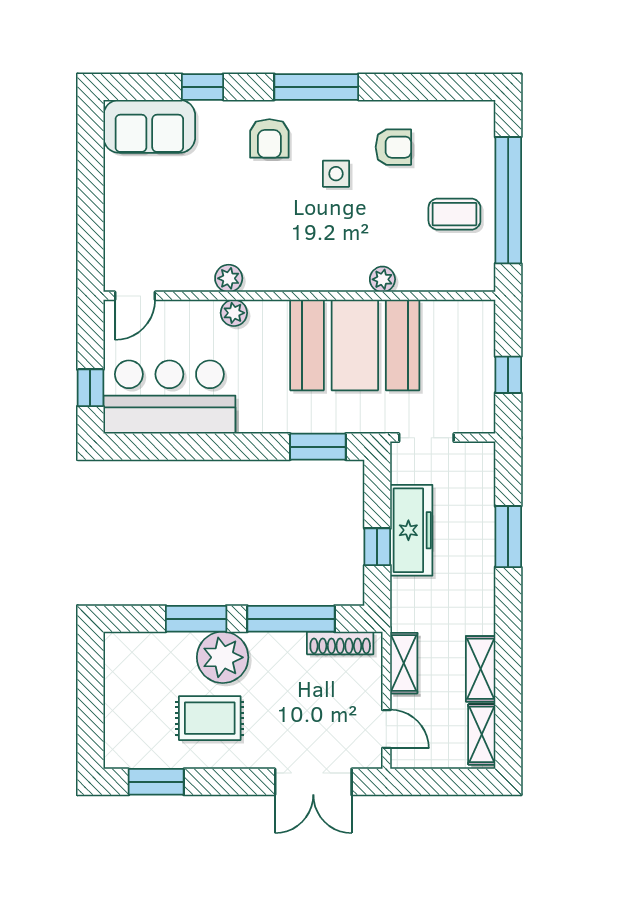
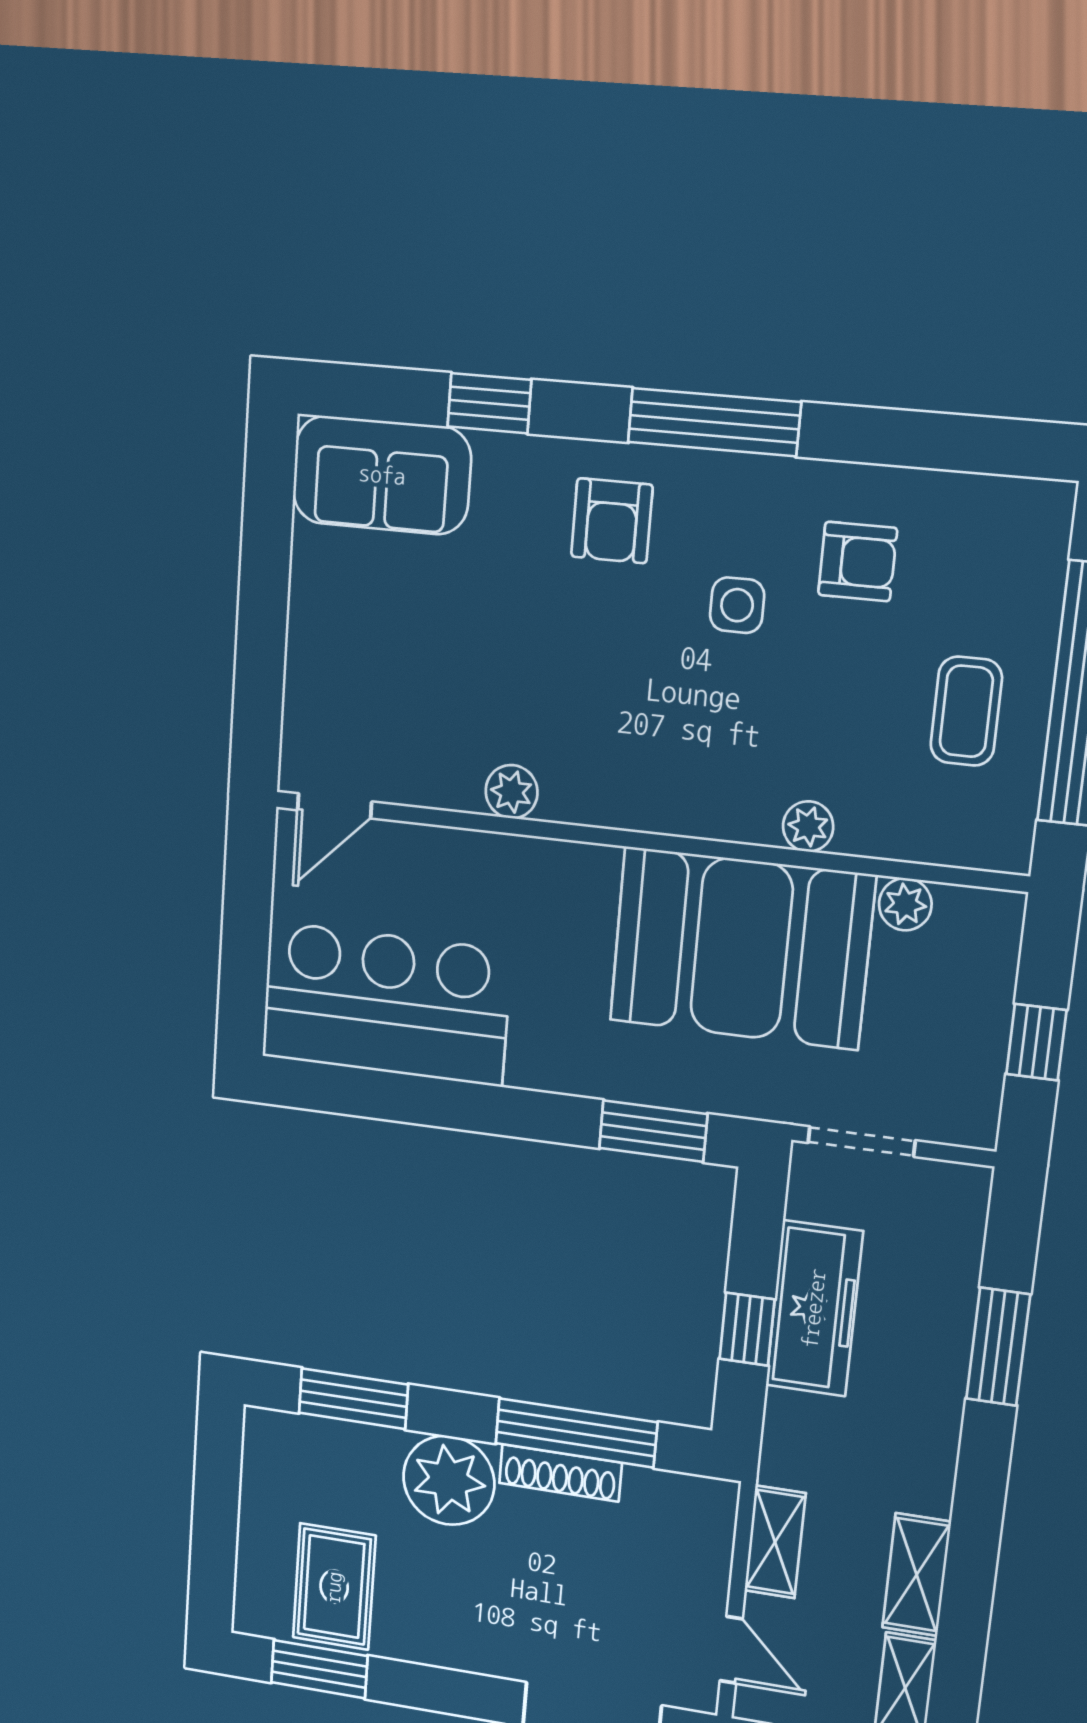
coffee table: (454, 214) -> (966, 711), turned 90
plant: (234, 313) -> (905, 904), moved
window: (90, 388) -> (244, 969), removed
window: (196, 619) -> (353, 1399), moved
shoe rack: (340, 643) -> (560, 1473), moved
rug: (210, 718) -> (334, 1587), moved, turned 90

